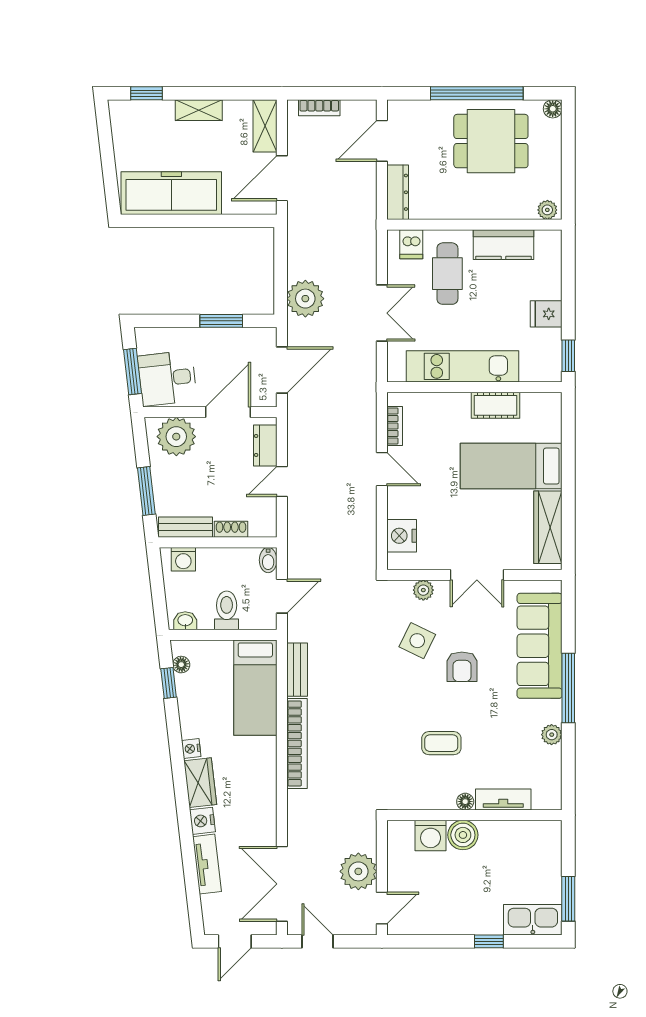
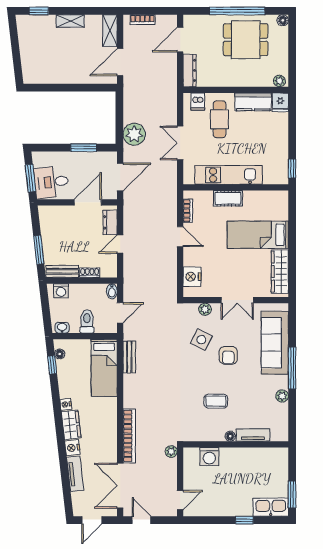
freezer: (171, 193) -> (54, 71), removed
double door: (382, 313) -> (180, 143), swing flipped
fridge: (546, 314) -> (280, 102), moved, turned -90
cot: (495, 405) -> (228, 198), moved
plant: (176, 437) -> (57, 217), removed
bookcase: (297, 743) -> (129, 436), moved
boiler: (463, 835) -> (229, 456), removed
plant: (358, 871) -> (171, 451), moved, width x0.53, depth x0.53

